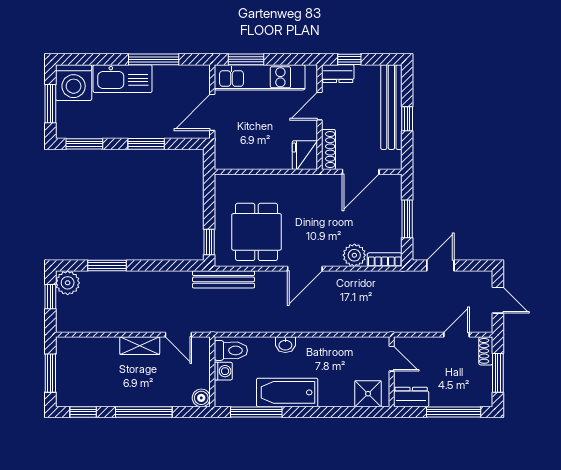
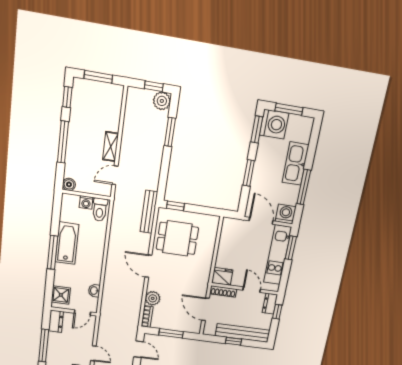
washing machine: (197, 78) -> (286, 214), added
washing machine: (74, 83) -> (274, 124), moved, turned 180
washbasin: (285, 345) -> (94, 291), moved
window: (256, 412) -> (53, 252), moved

